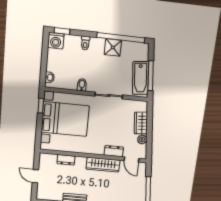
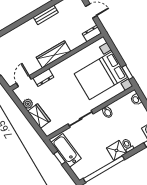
shower: (113, 47) -> (116, 150), moved
window: (151, 76) -> (60, 158), width x0.46
door: (132, 159) -> (24, 81), hinge flipped
dresser: (66, 160) -> (92, 33), moved
wardrobe: (103, 165) -> (53, 54), moved

